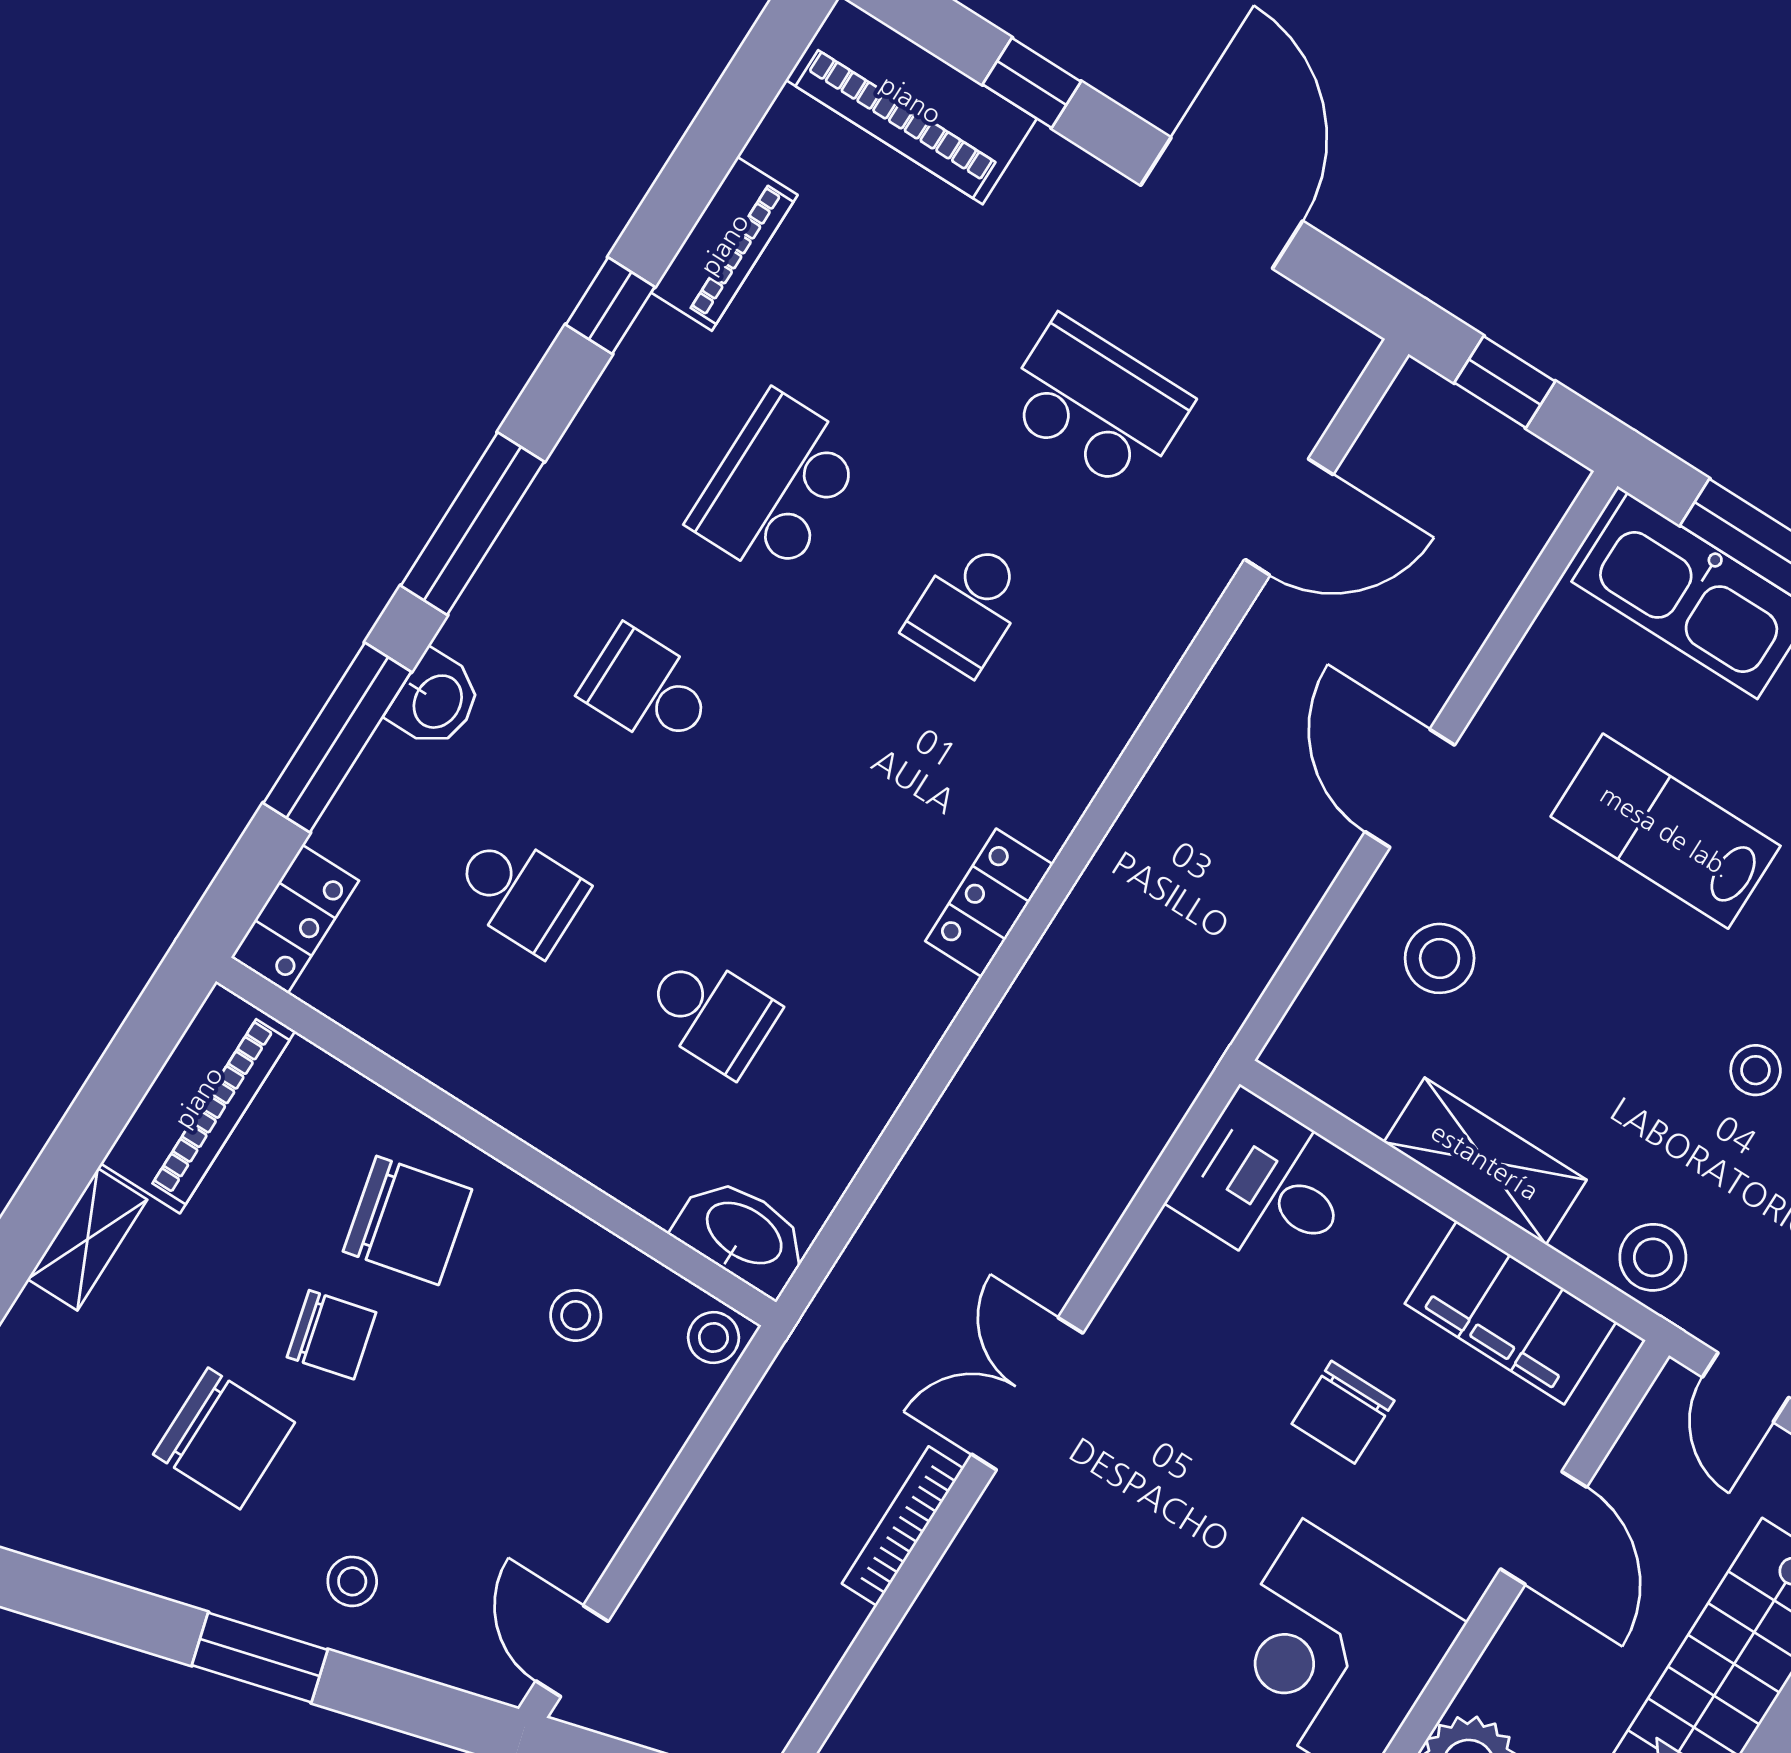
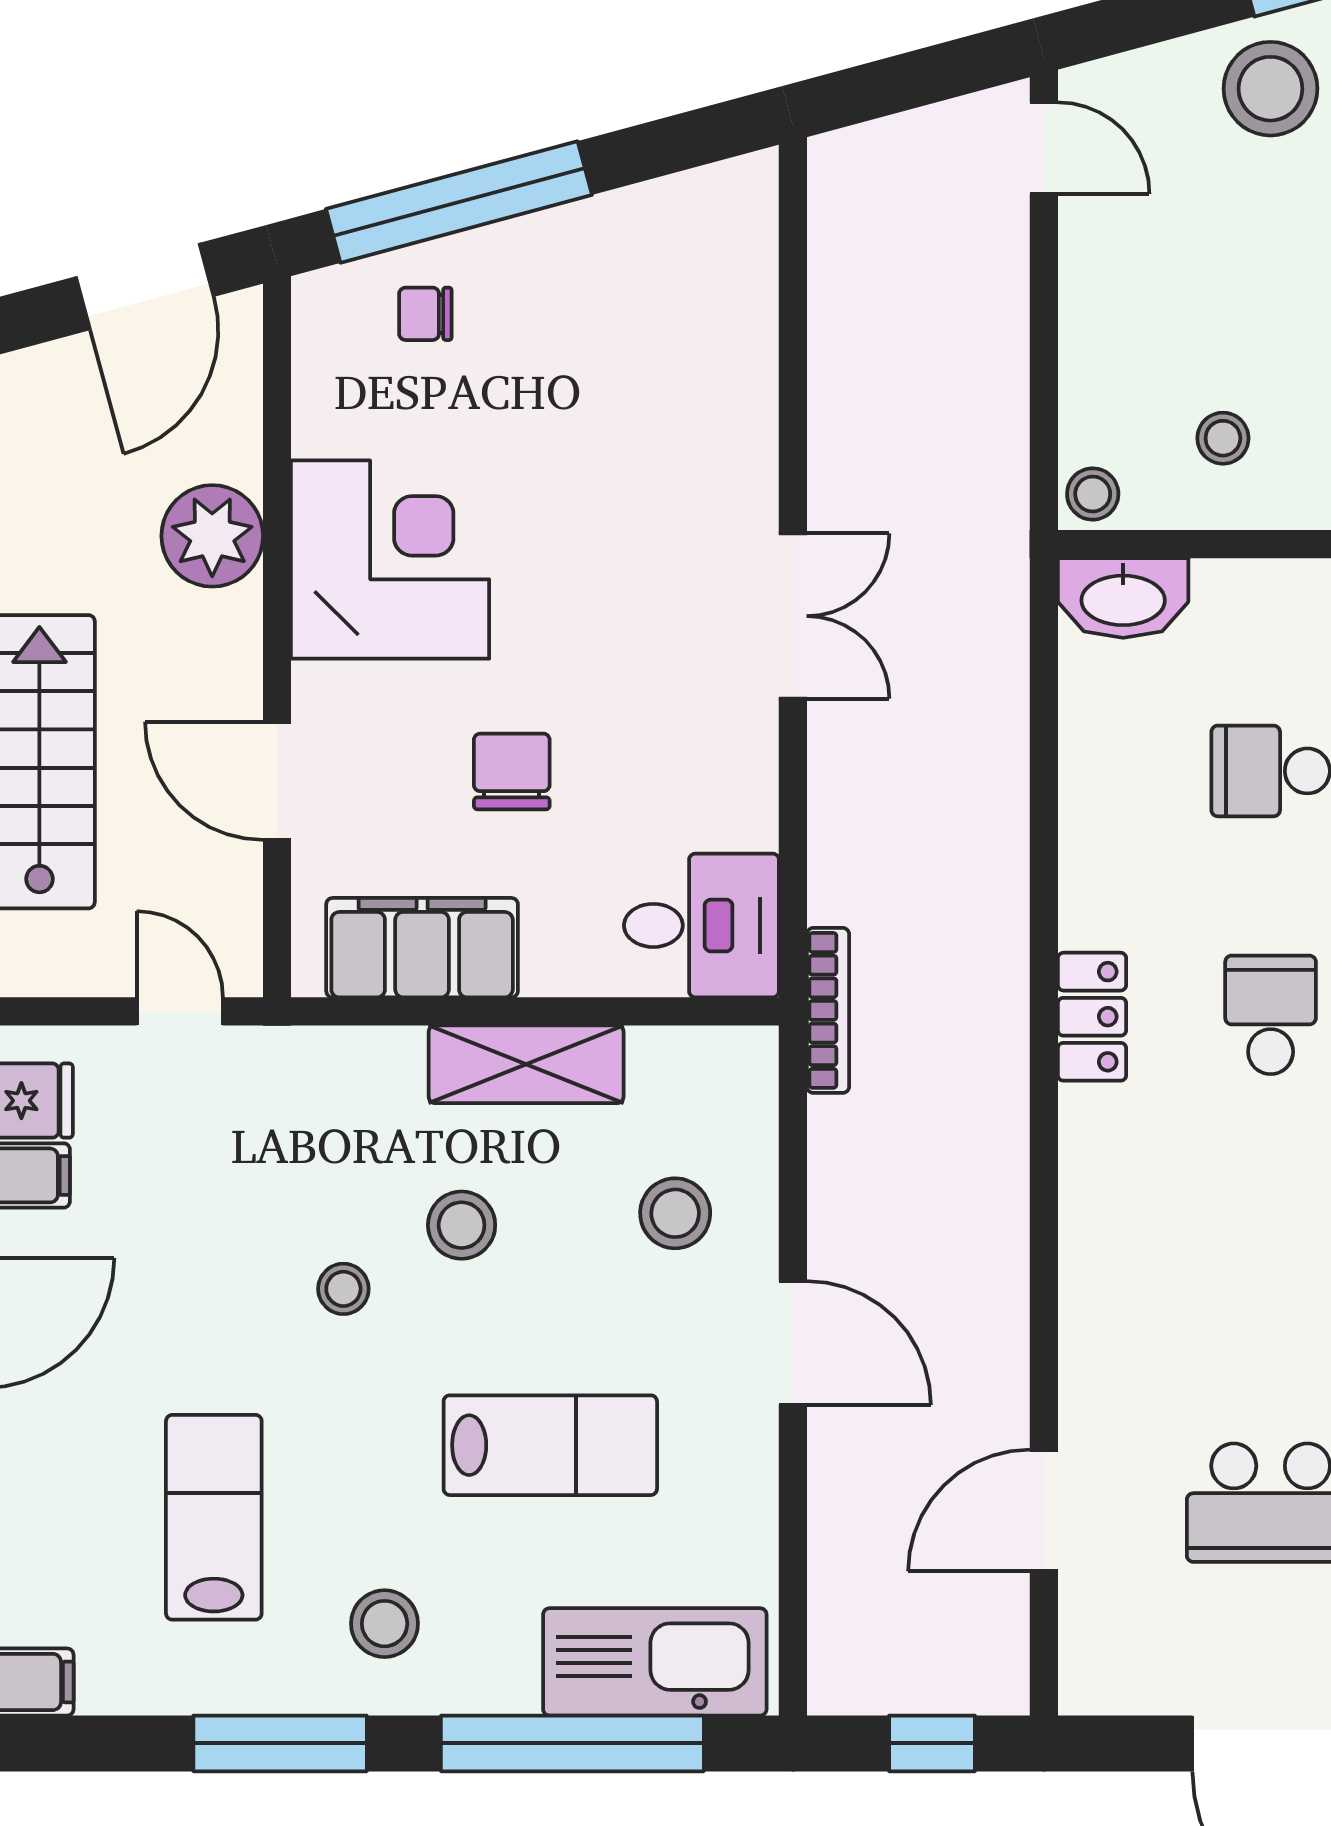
school desk: (968, 607) -> (1271, 1015), moved
stool: (1653, 1257) -> (462, 1225), moved
bookcase: (903, 1526) -> (828, 1010), moved
stool: (352, 1581) -> (1270, 89), width x1.89, depth x1.89

